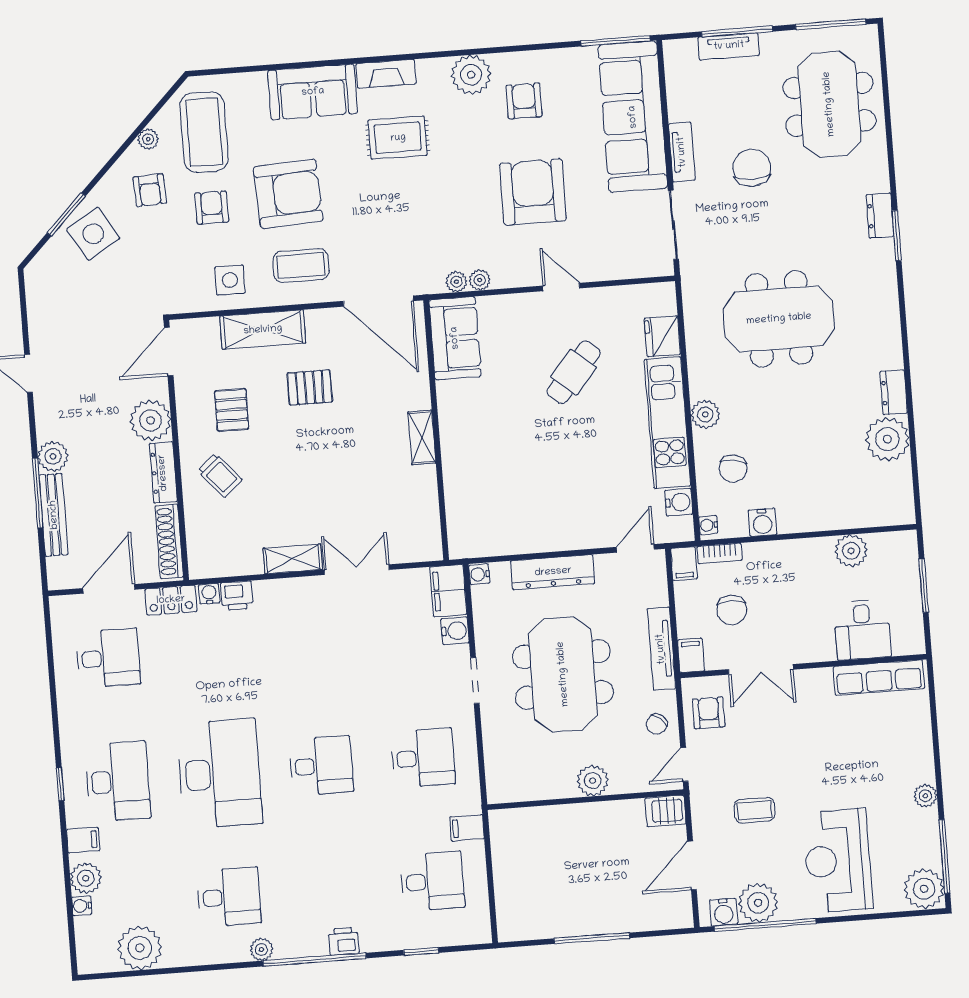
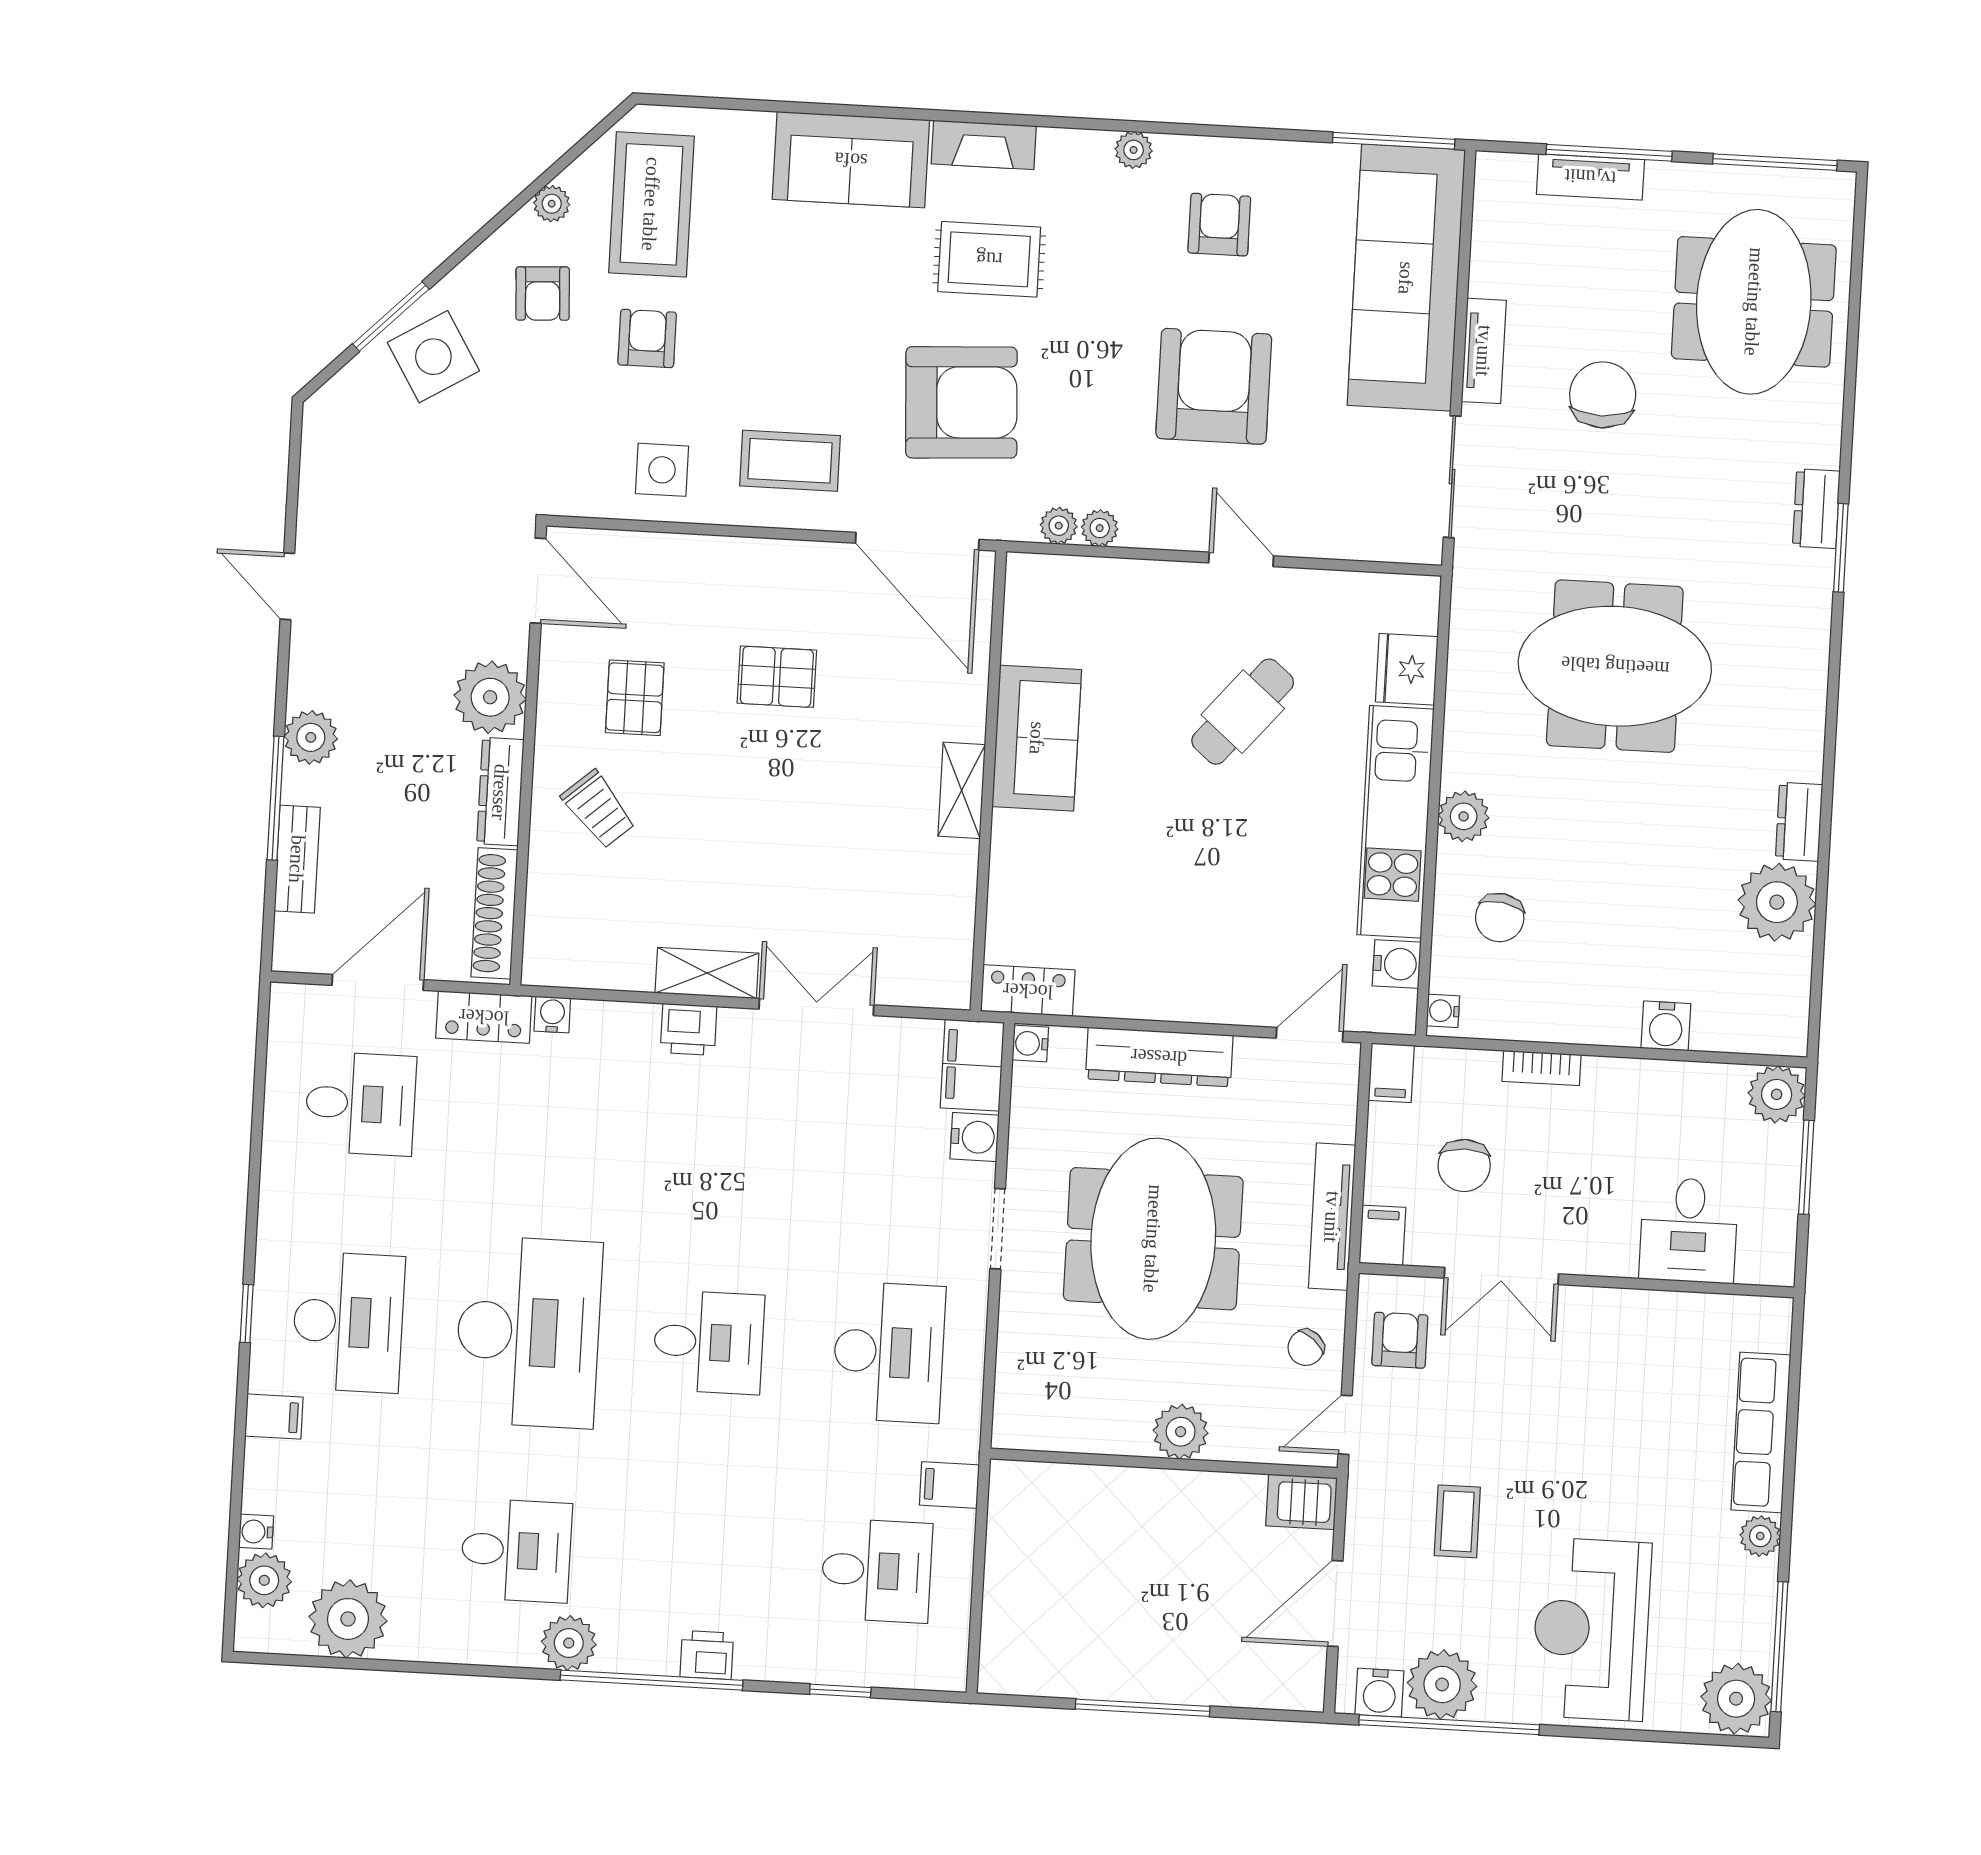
plant: (471, 75) -> (1134, 150), width x0.53, depth x0.53
armchair: (288, 194) -> (961, 402), moved
shelving: (263, 330) -> (708, 564), removed
sofa: (455, 338) -> (1037, 738), moved
door: (169, 352) -> (538, 581), swing flipped
bench: (54, 515) -> (297, 859), width x0.73
water cooler: (762, 522) -> (1666, 1026), moved
locker: (474, 545) -> (1028, 991), added
plant: (851, 551) -> (1777, 1094), moved
bookcase: (720, 553) -> (1541, 1068), moved
printer: (237, 596) -> (689, 1029), moved
row of seats: (879, 678) -> (1761, 1432), moved, turned 90
desk: (423, 758) -> (889, 1352), width x1.37
coffee table: (754, 810) -> (1457, 1521), turned 90
plant: (86, 878) -> (264, 1580), moved
plant: (261, 949) -> (569, 1643), width x1.38, depth x1.38

